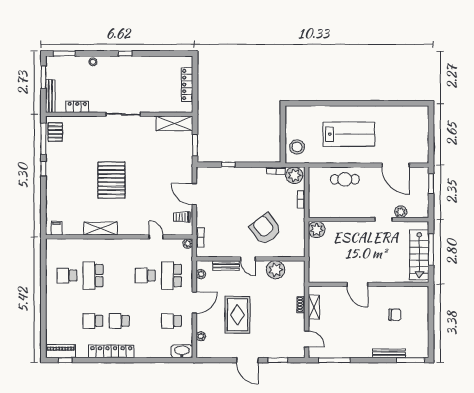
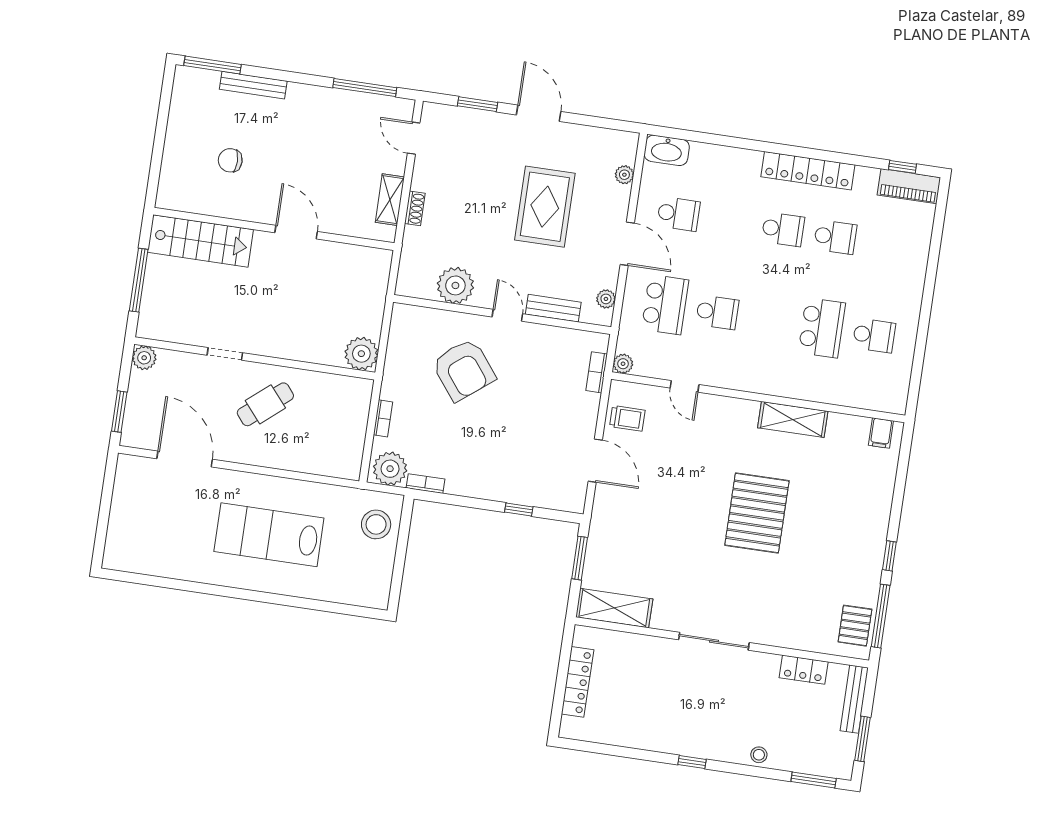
cafe table: (345, 179) -> (265, 404), moved, turned -40
plant: (401, 212) -> (144, 358), moved
stairs: (419, 255) -> (200, 241), moved, turned 90
door: (194, 303) -> (627, 244), swing flipped

